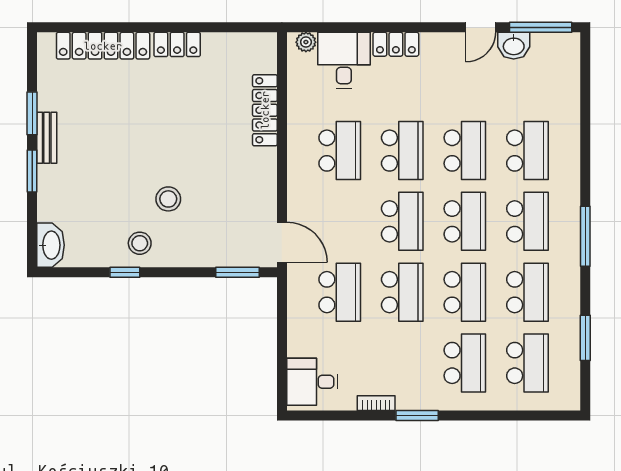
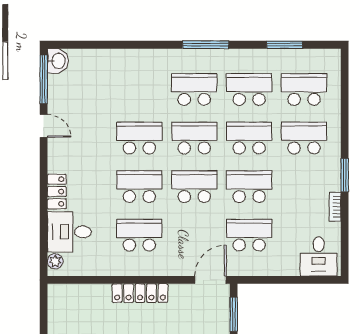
washbasin: (514, 46) -> (58, 61), moved
locker: (265, 110) -> (140, 293), moved
school desk: (527, 151) -> (139, 90), removed

